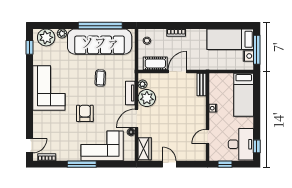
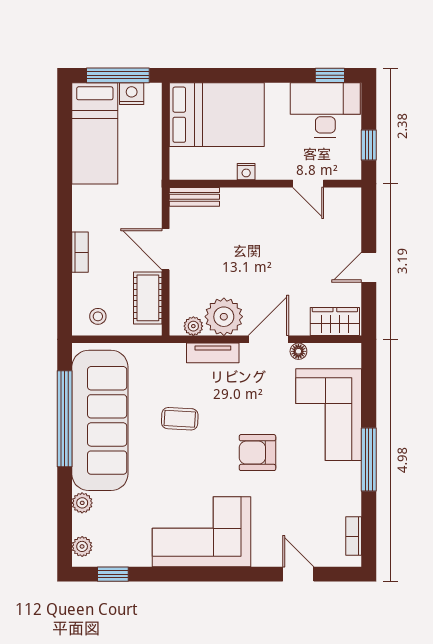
plant: (46, 37) -> (82, 546), width x0.53, depth x0.53
bed: (244, 95) -> (217, 115), width x1.50
door: (136, 118) -> (268, 339), swing flipped
door: (30, 146) -> (298, 574), moved

